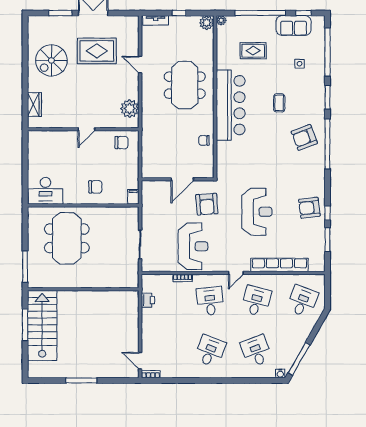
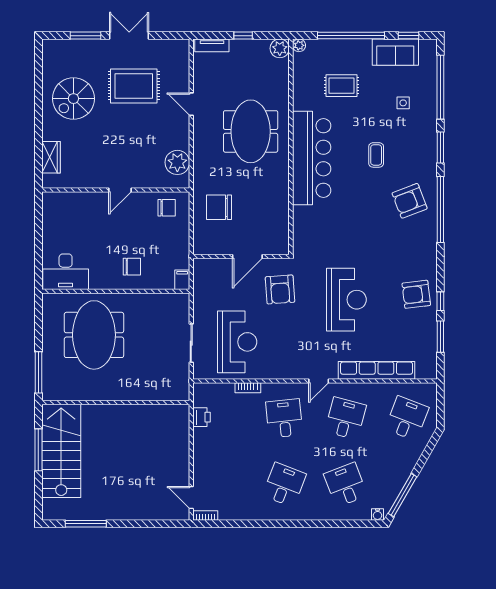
chair: (204, 140) -> (219, 207), moved, width x1.87, depth x1.87
reception desk: (193, 246) -> (237, 342), moved
window: (81, 380) -> (86, 524), moved

